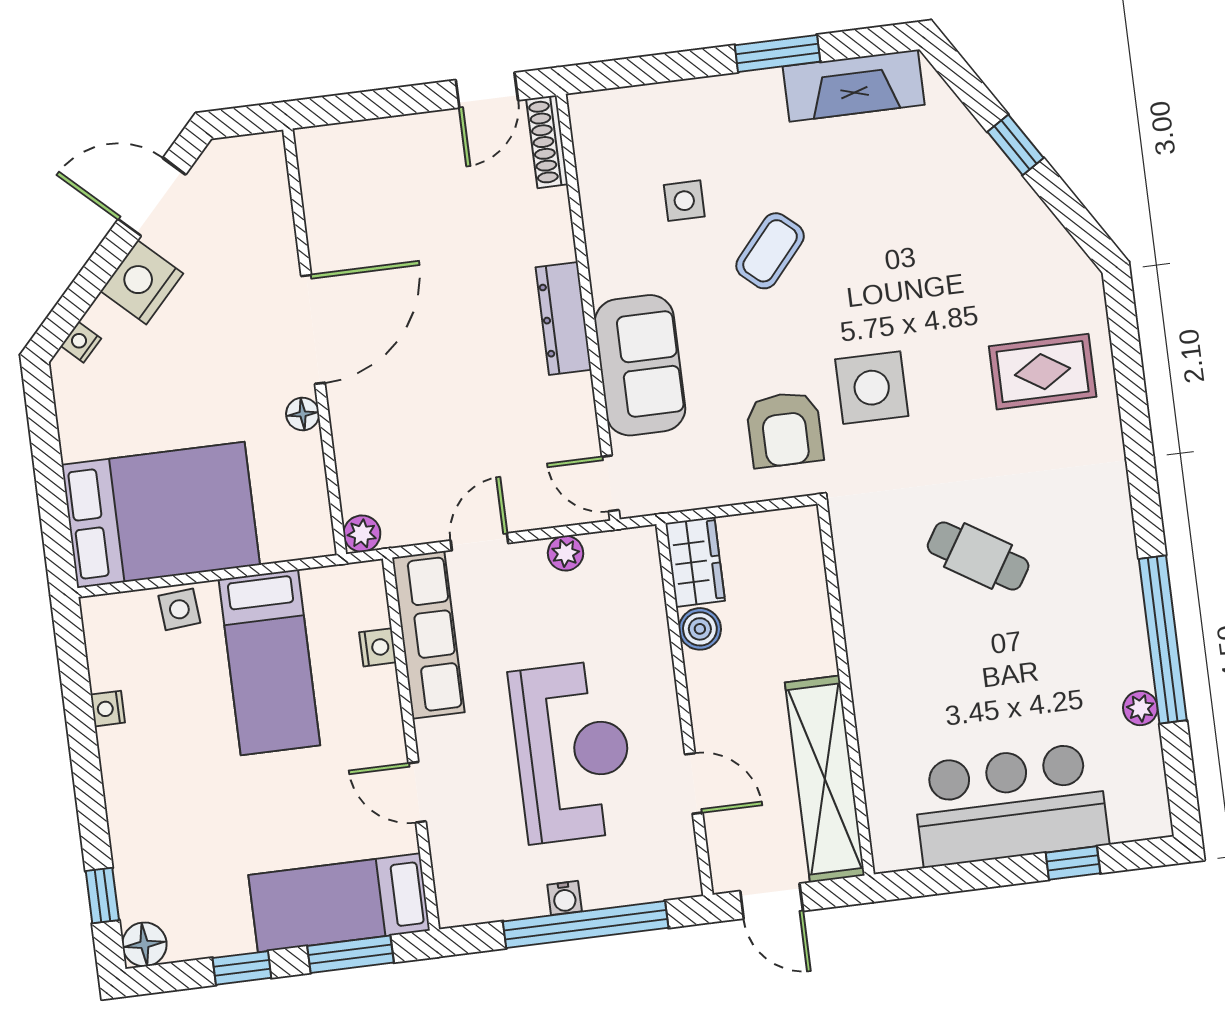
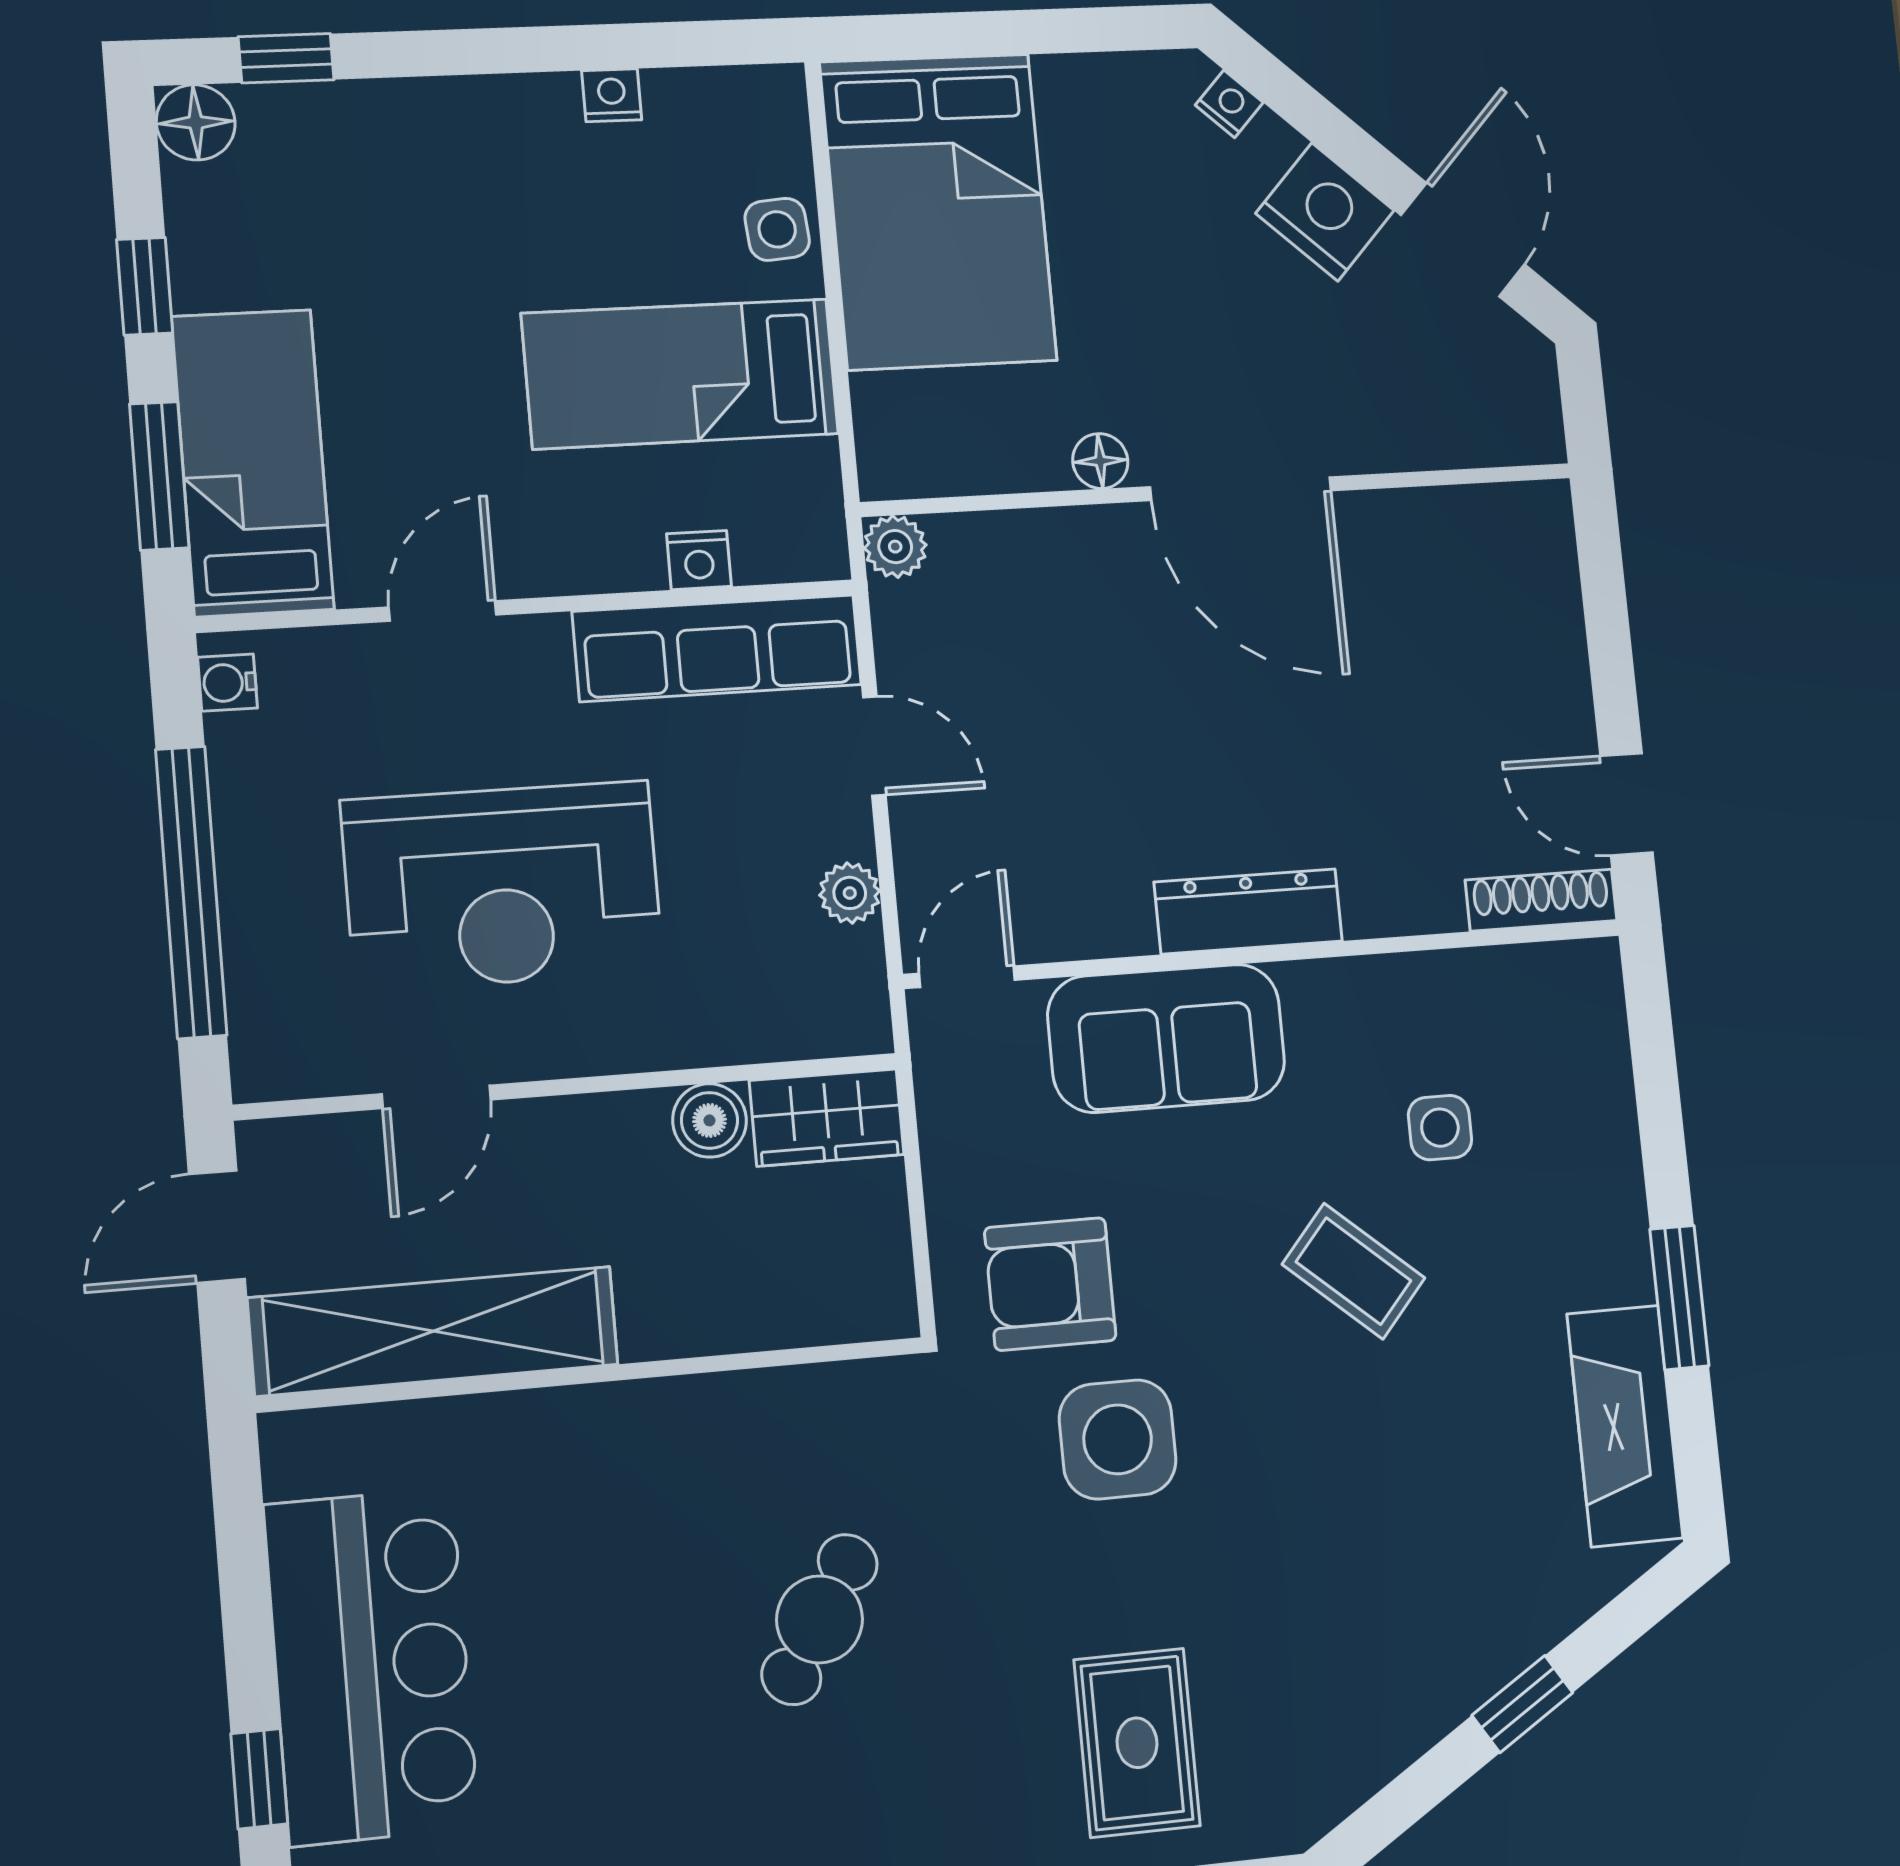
water cooler: (565, 898) -> (228, 683), moved

